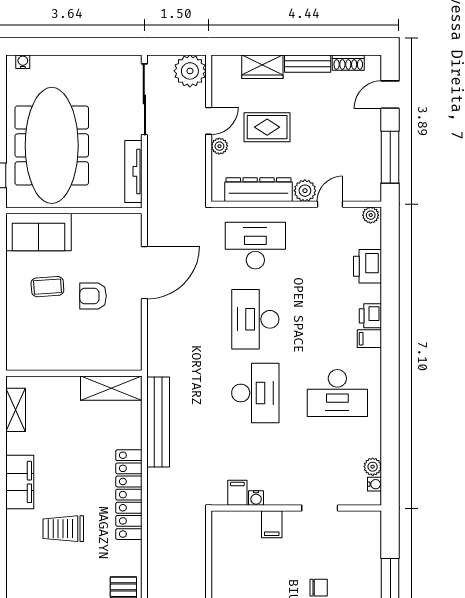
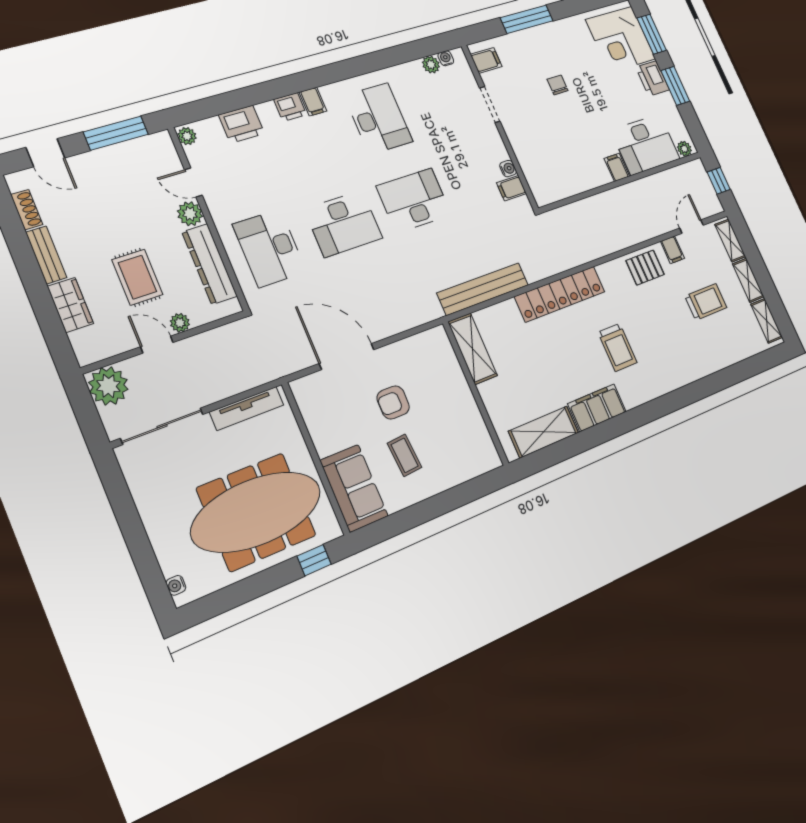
armchair: (93, 296) -> (393, 402), turned 90
shelving: (16, 410) -> (544, 432), width x1.50, depth x1.33
filing cabinet: (272, 524) -> (486, 60), moved

